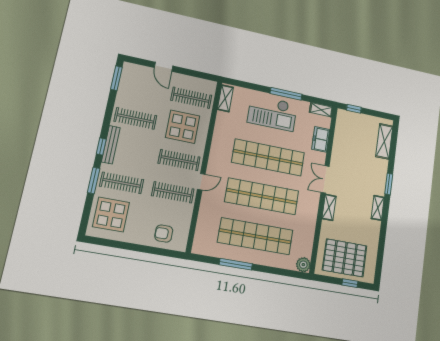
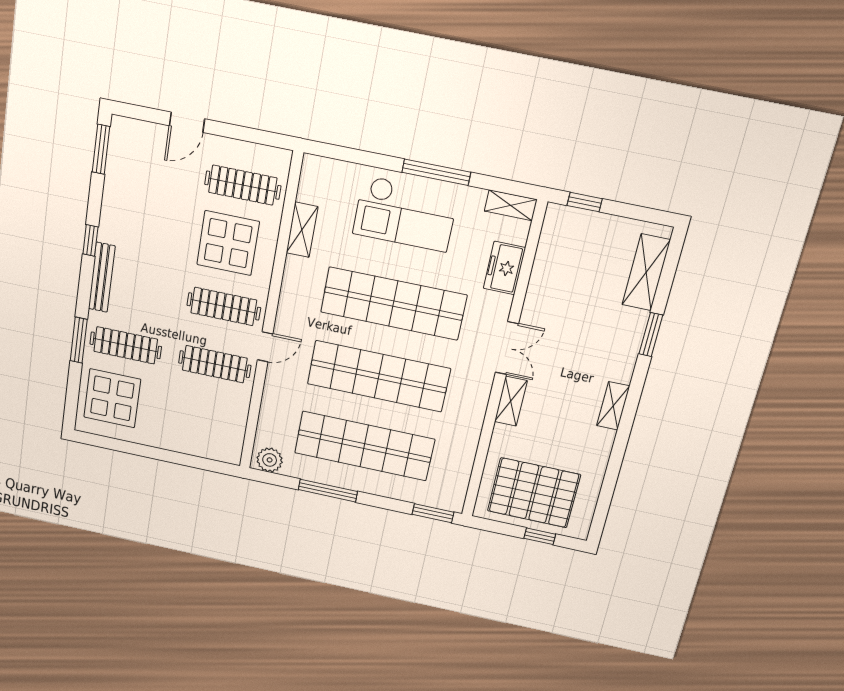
door: (164, 67) -> (187, 122), hinge flipped
shelving: (225, 98) -> (302, 230), moved
clothes rail: (135, 118) -> (141, 228), removed
window: (101, 146) -> (90, 240), moved
double door: (325, 179) -> (507, 348), swing flipped
window: (389, 184) -> (651, 335), moved
armchair: (164, 234) -> (202, 433), removed
plant: (303, 265) -> (270, 460), moved
window: (294, 274) -> (433, 513), added

